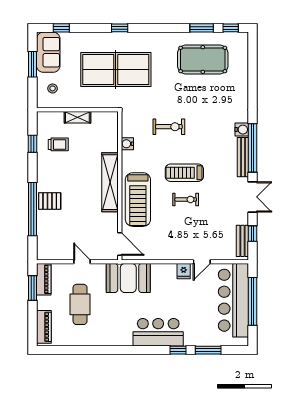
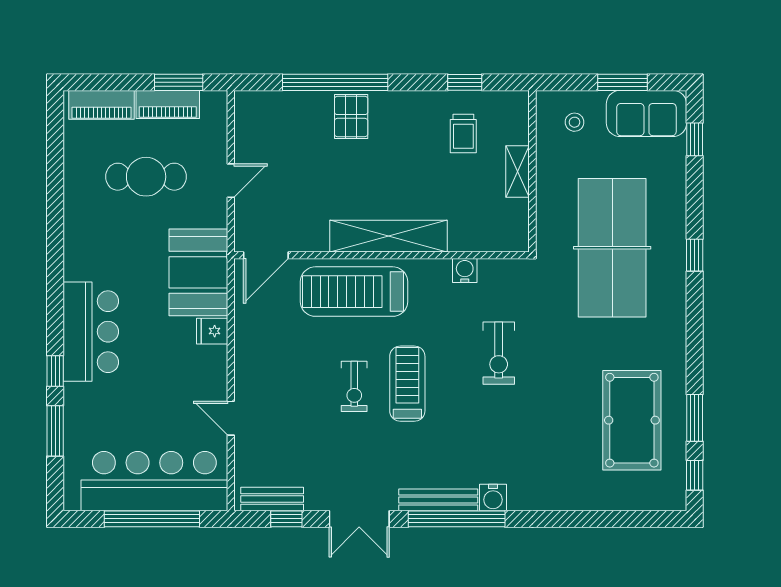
fridge: (184, 271) -> (212, 331), moved
piano: (44, 279) -> (168, 104), moved

